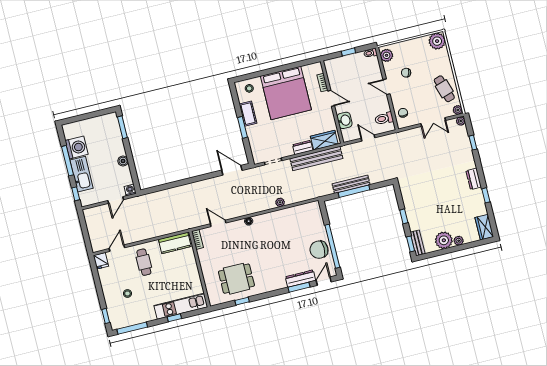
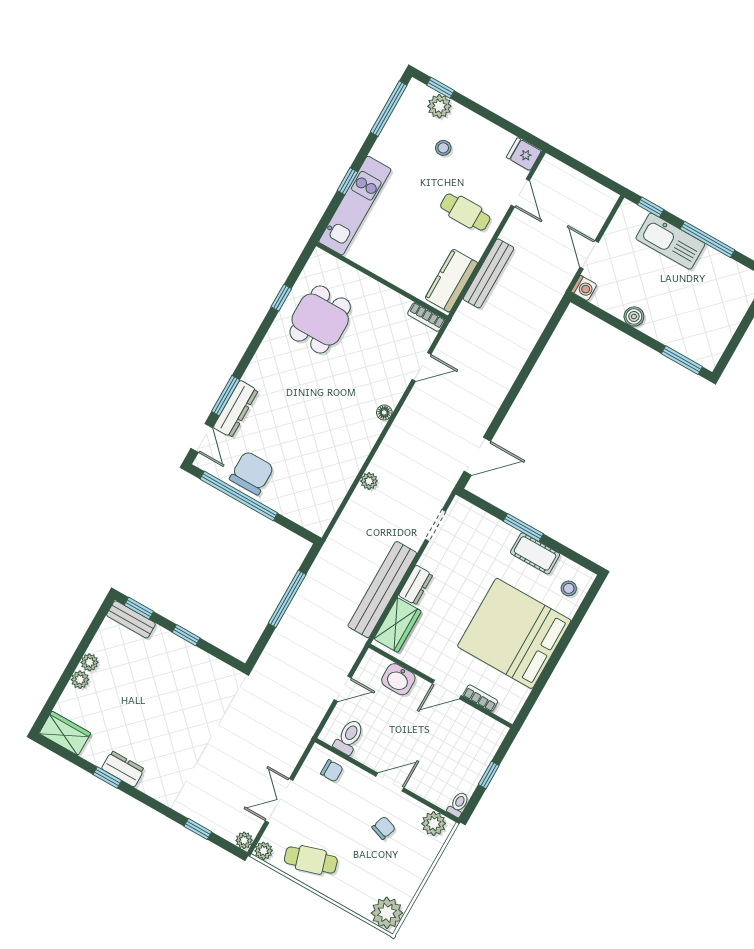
washing machine: (77, 147) -> (714, 270), removed
dresser: (474, 179) -> (123, 769), moved
bench: (351, 184) -> (488, 273), moved
plant: (444, 240) -> (89, 662), width x0.53, depth x0.53
plant: (113, 310) -> (439, 106), added

